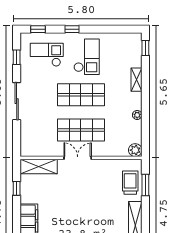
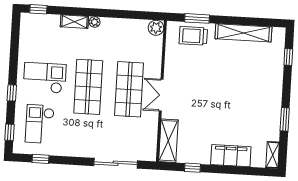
sliding door: (17, 101) -> (116, 163), moved
plant: (137, 115) -> (95, 22), moved

